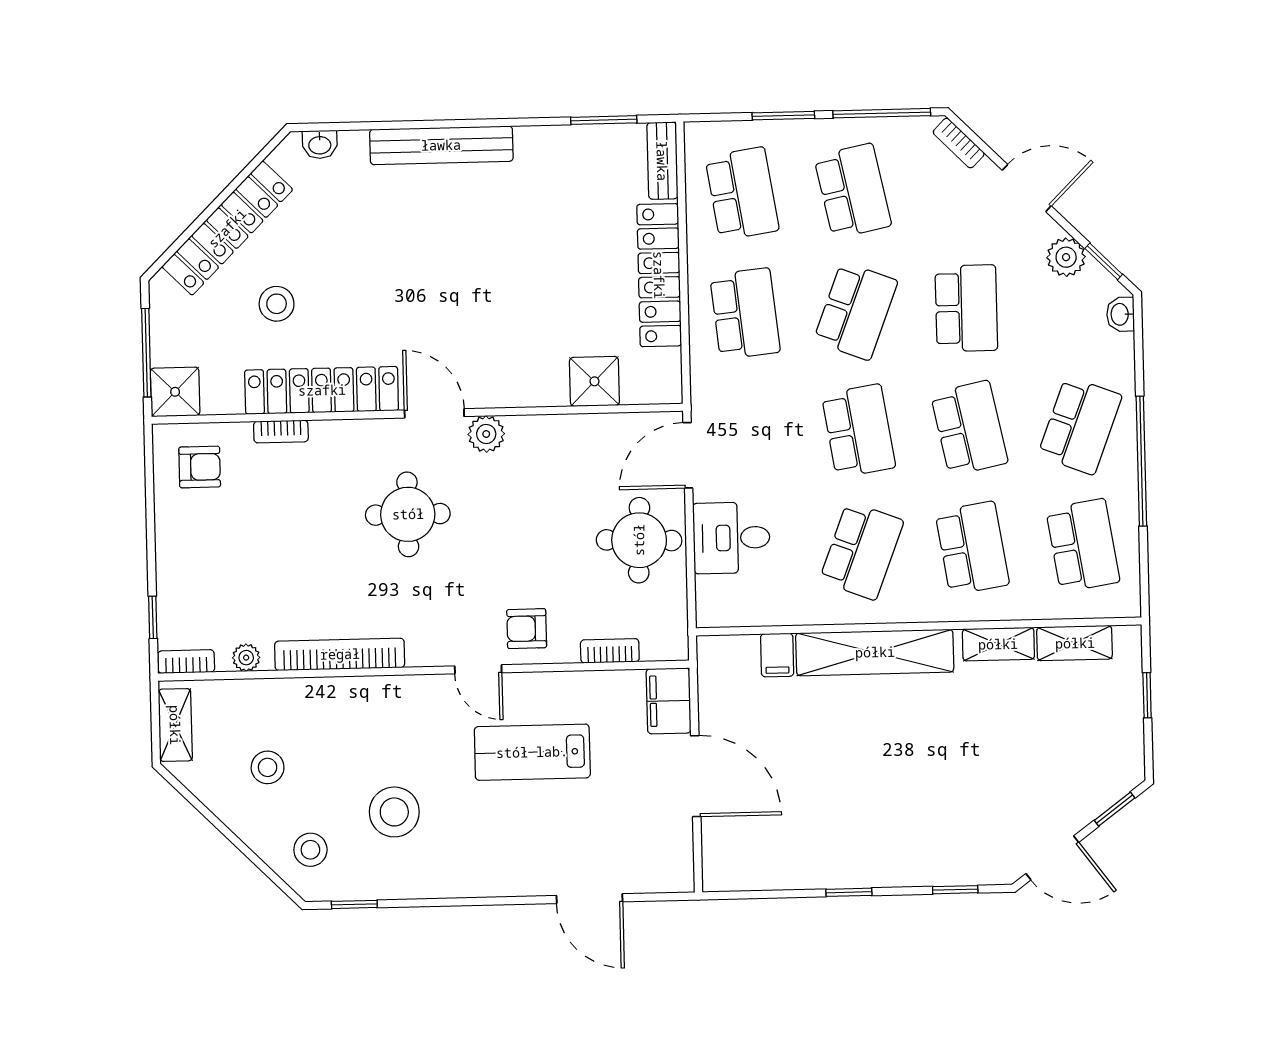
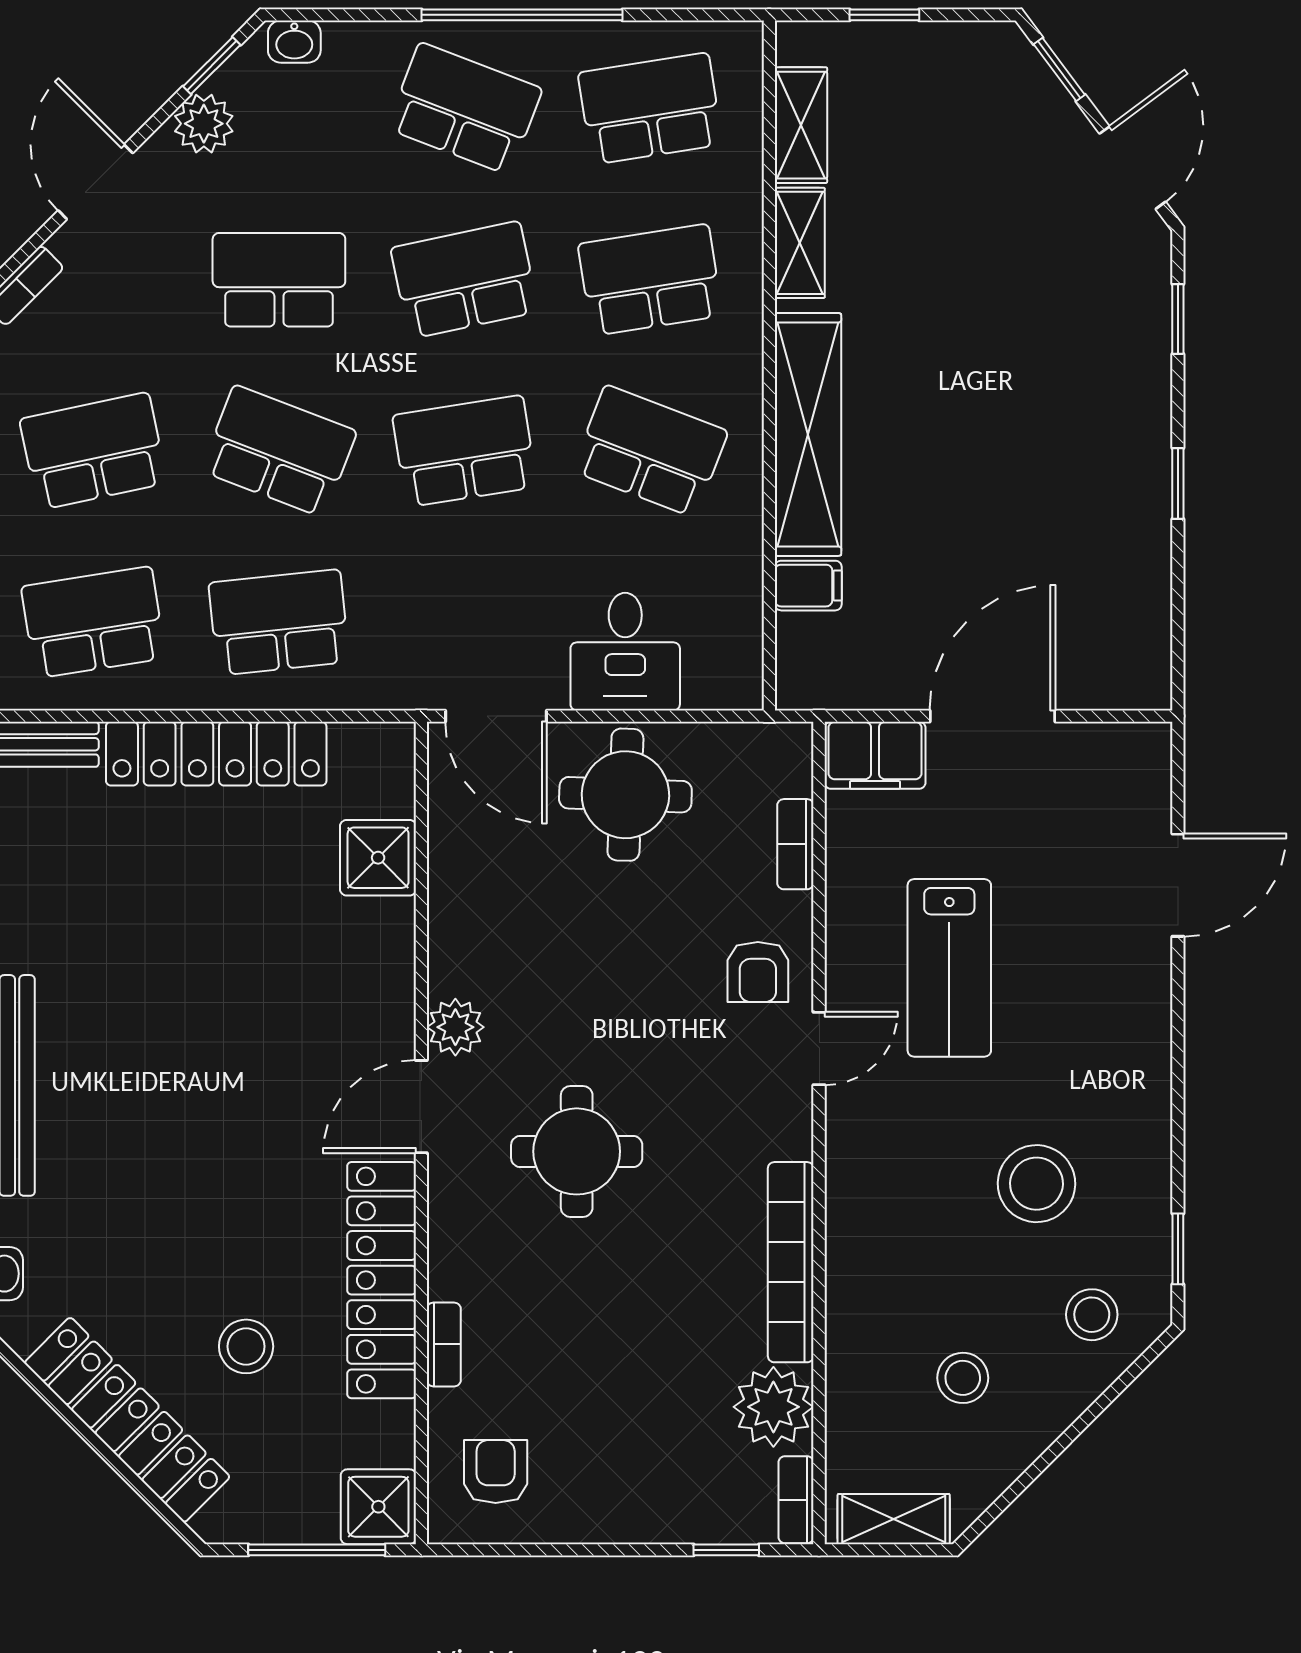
plant: (246, 658) -> (773, 1407), width x1.87, depth x1.87

